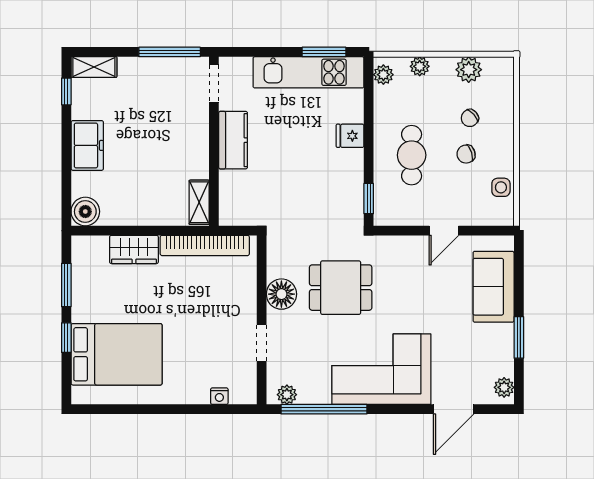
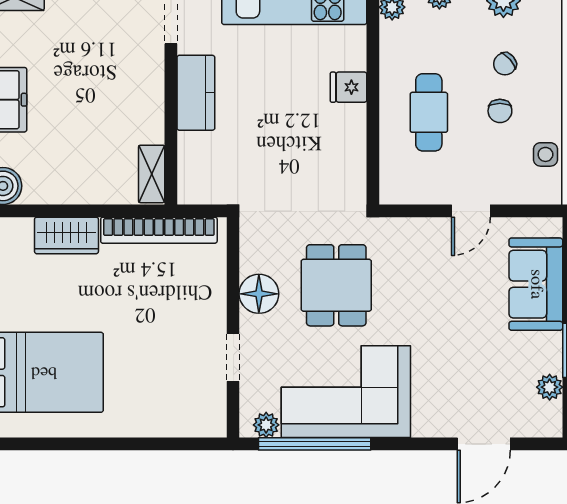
chair: (466, 154) -> (500, 111), turned -72
window: (369, 199) -> (373, 169), removed
dining table: (341, 288) -> (336, 285), turned 90
corner sofa: (381, 369) -> (346, 392), moved
plant: (504, 387) -> (550, 387), moved
nightstand: (219, 396) -> (178, 427), removed

